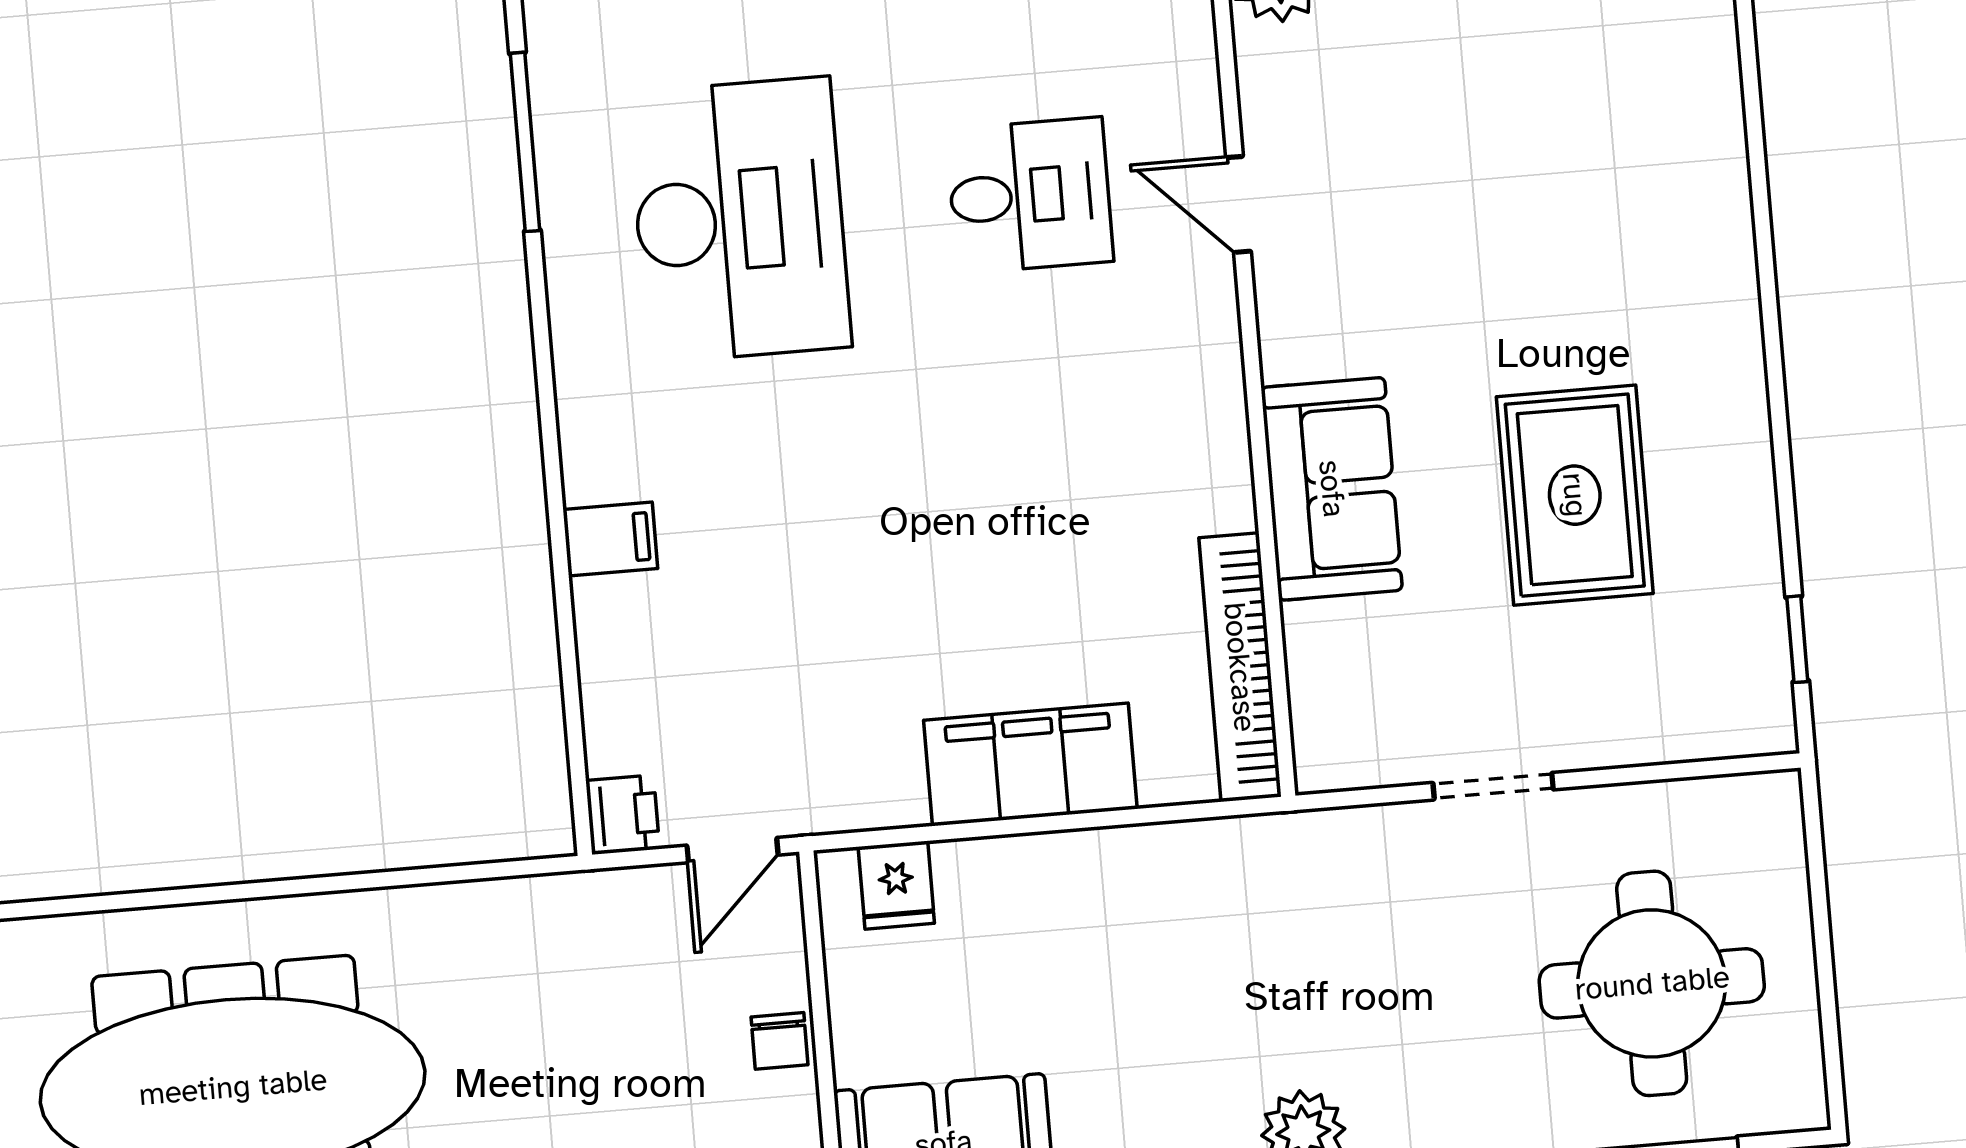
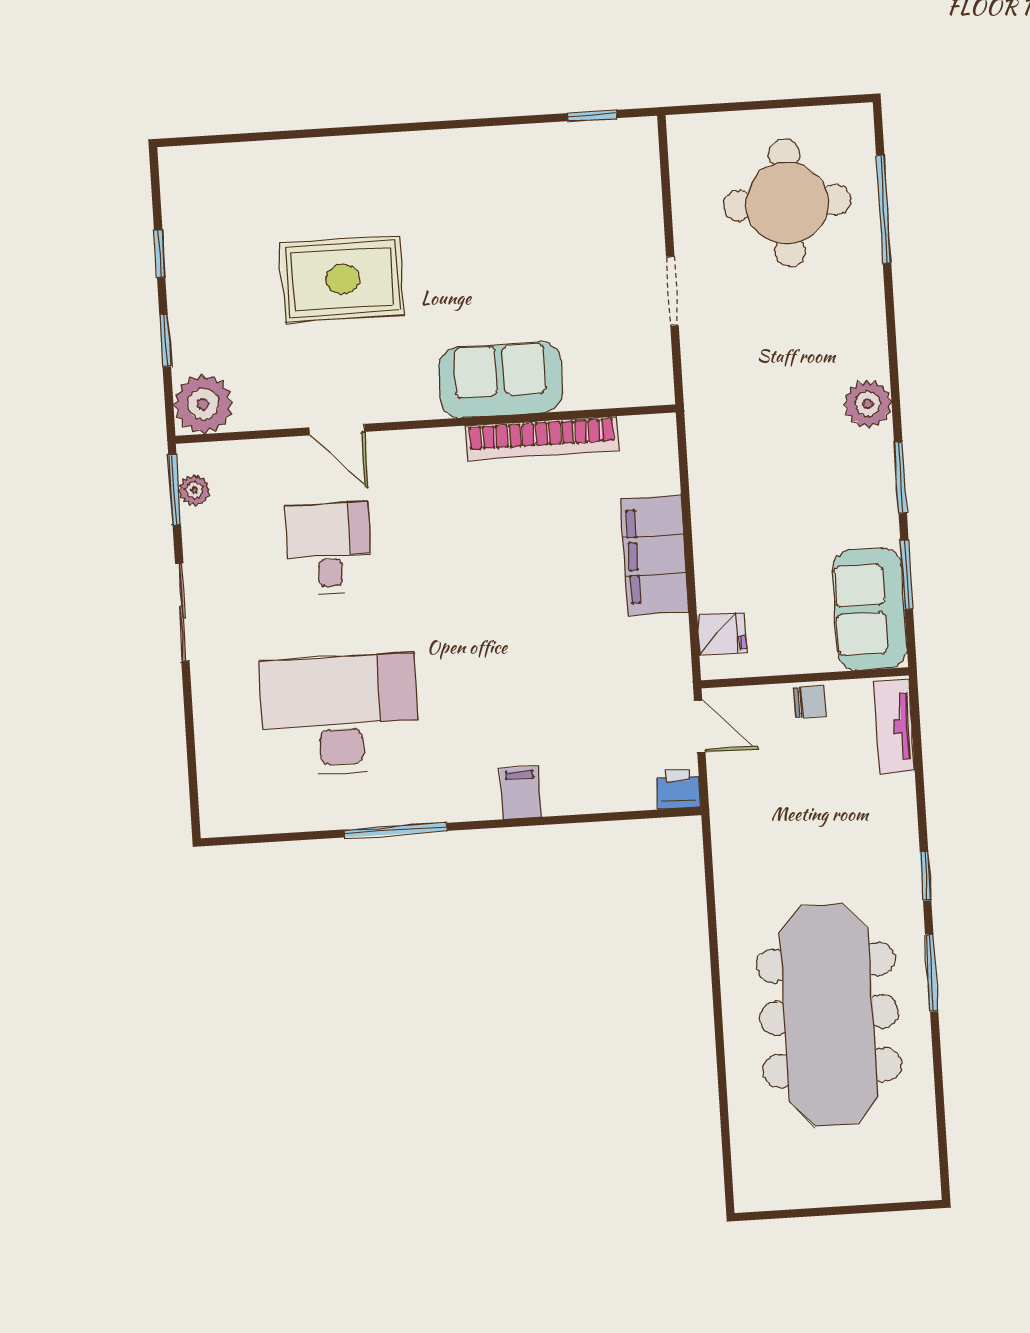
window: (525, 142) -> (396, 830), moved
door: (1239, 204) -> (337, 430), hinge flipped
rug: (1575, 495) -> (343, 279), moved
bookcase: (1240, 667) -> (542, 438), moved

